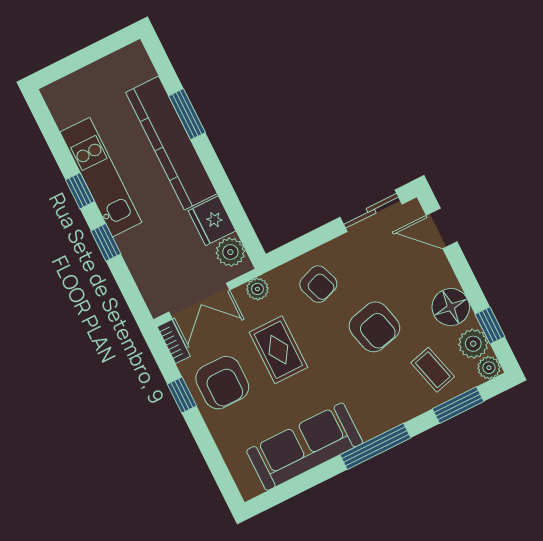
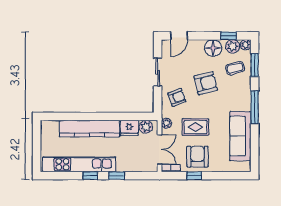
window: (187, 114) -> (81, 116), removed
kitchen unit: (101, 177) -> (79, 164), width x1.36
sliding door: (371, 211) -> (158, 72), moved
armchair: (222, 383) -> (197, 157), turned -90

